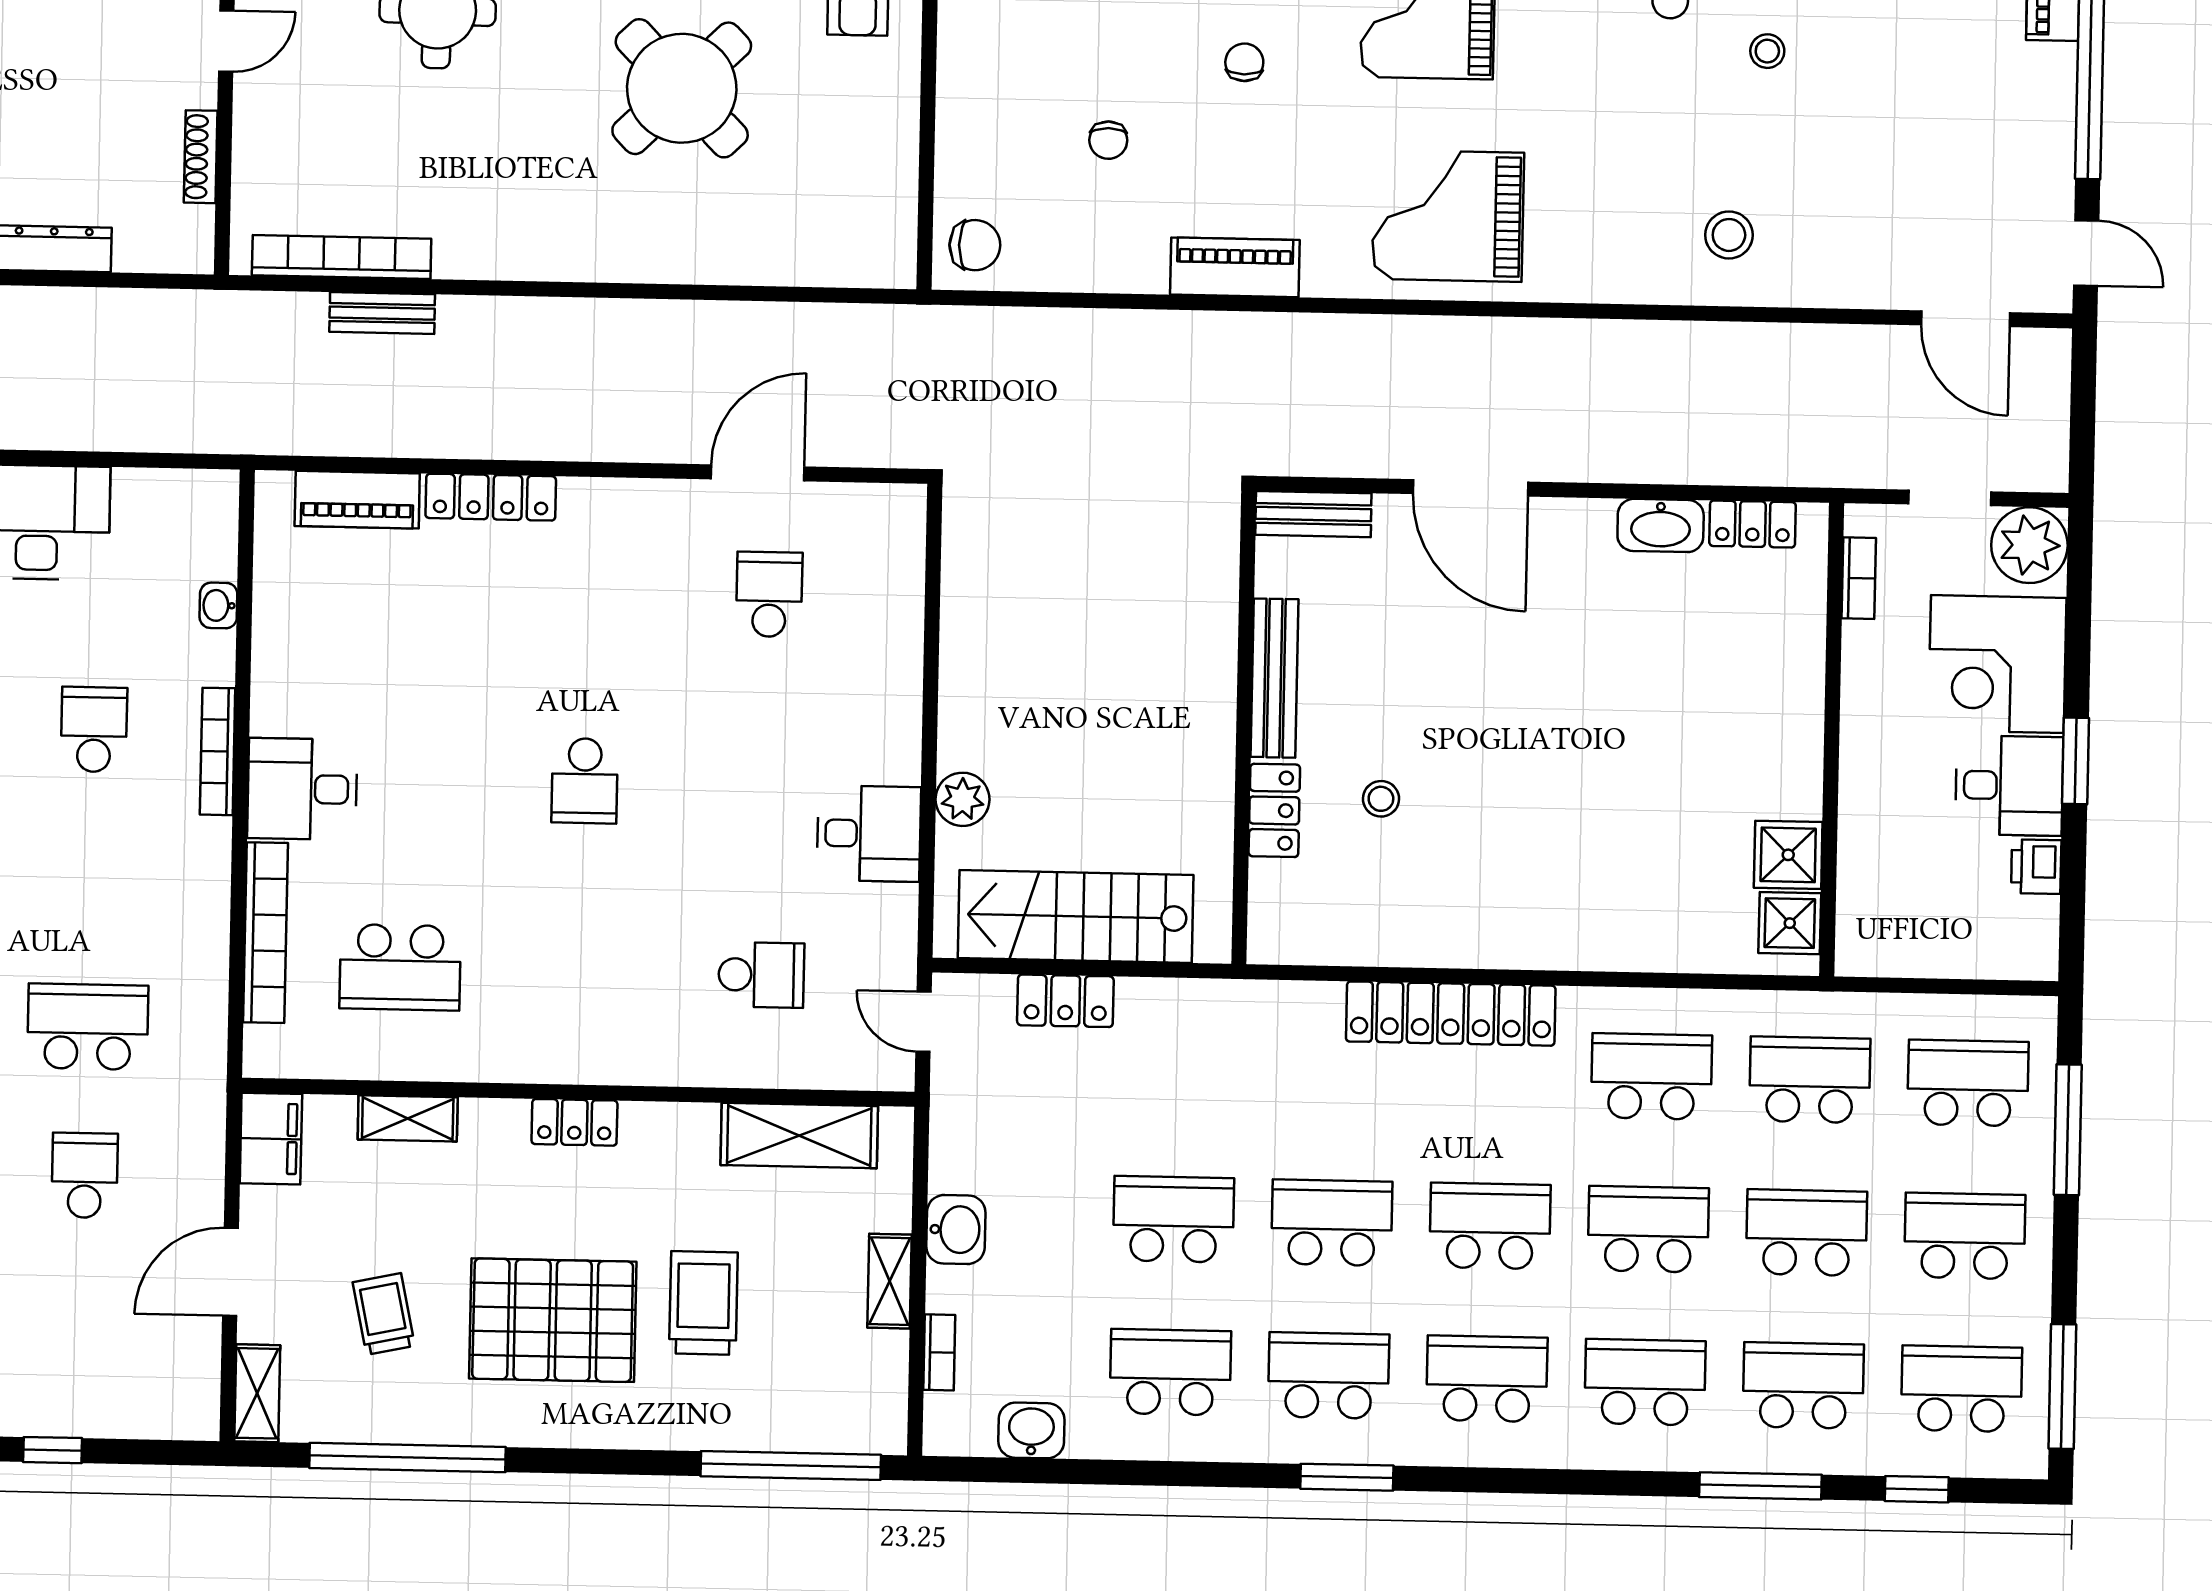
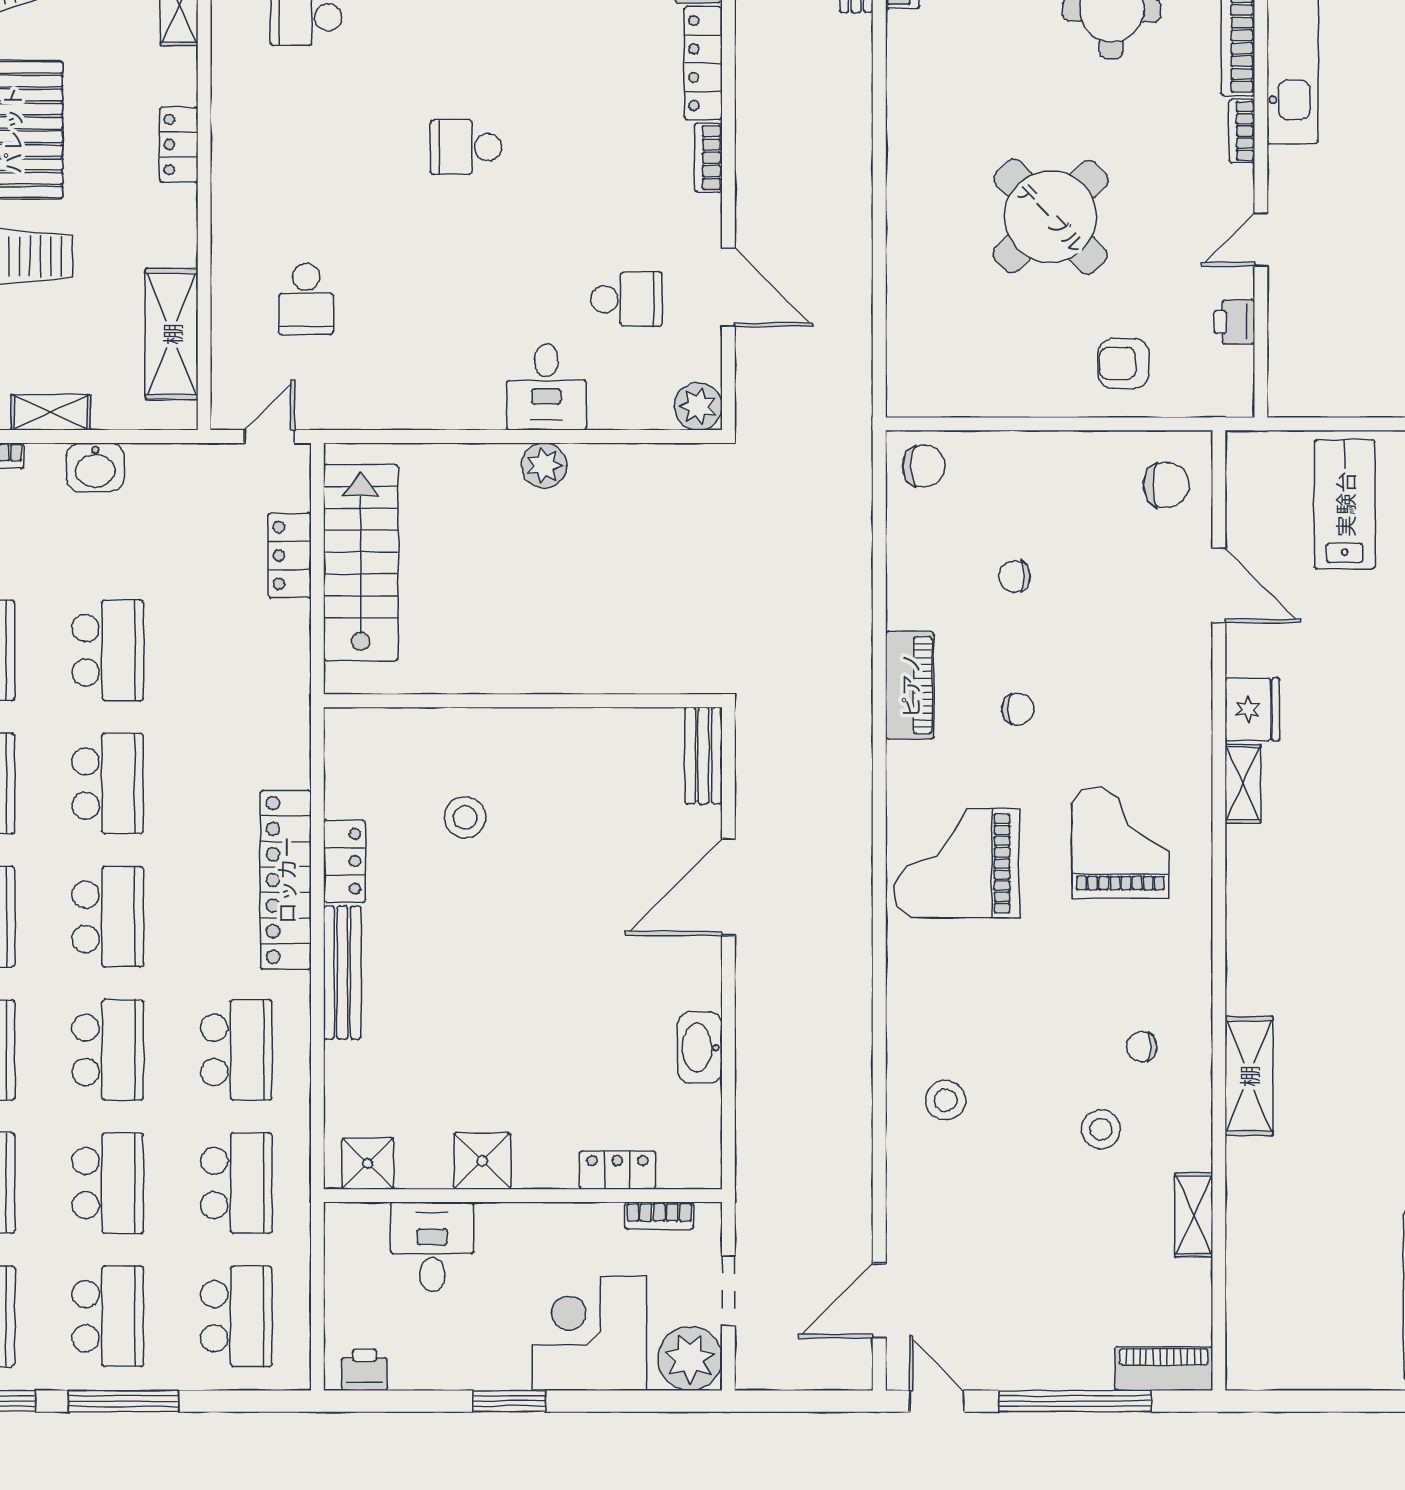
stool: (1767, 51) -> (1101, 1129), width x1.37, depth x1.37
chair: (1244, 62) -> (1018, 709), moved
grand piano: (1448, 216) -> (957, 863), turned -90
chair: (975, 245) -> (924, 466), turned -90
door: (2086, 253) -> (937, 1401), swing flipped
bookcase: (603, 494) -> (708, 158), added
plant: (898, 512) -> (698, 406), added
locker: (1753, 524) -> (617, 1170), moved, turned 90
bench: (1274, 678) -> (342, 973), moved, turned 90
desk: (2009, 786) -> (432, 1247), moved, turned 180
plant: (963, 799) -> (544, 465), moved
stool: (1381, 799) -> (465, 817), width x1.37, depth x1.37
locker: (1274, 810) -> (344, 861), moved, turned -90
desk: (869, 834) -> (546, 387), moved
shower: (1788, 855) -> (482, 1161), moved
printer: (2036, 867) -> (365, 1370), moved
window: (2068, 1130) -> (123, 1401), moved

